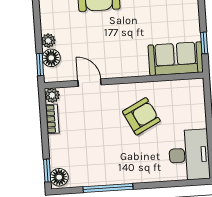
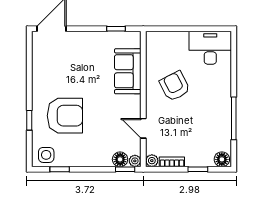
plant: (48, 41) -> (135, 161), moved
sofa: (176, 59) -> (128, 71), moved
door: (89, 83) -> (143, 128), hinge flipped
window: (47, 171) -> (198, 169), moved

